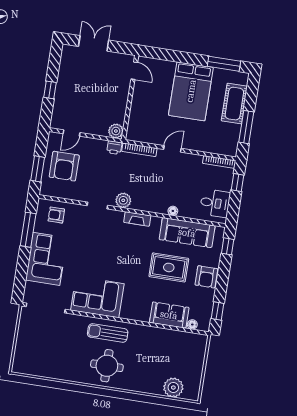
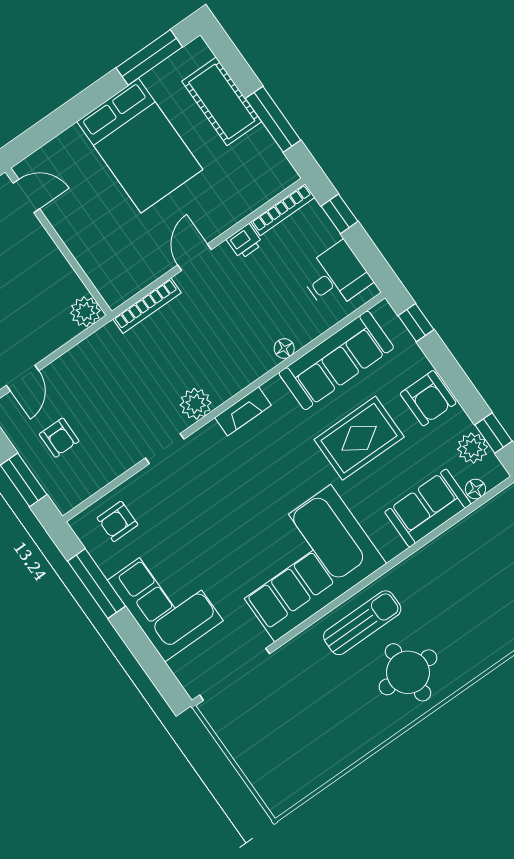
printer: (114, 148) -> (245, 242), moved
armchair: (64, 166) -> (59, 438), width x0.53, depth x0.53
corner sofa: (97, 297) -> (303, 563), width x1.36, depth x1.36
plant: (205, 309) -> (472, 448), added
sun lounger: (108, 333) -> (362, 623), turned 180

